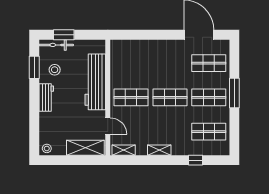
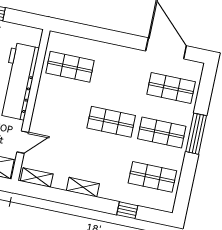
shop shelf: (131, 97) -> (70, 67), moved
door: (108, 126) -> (23, 142), hinge flipped

